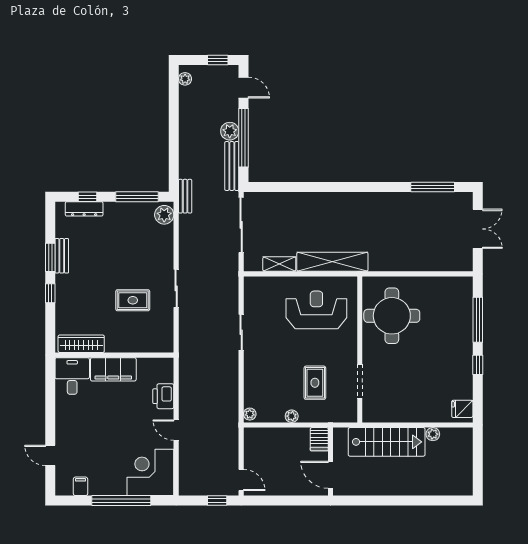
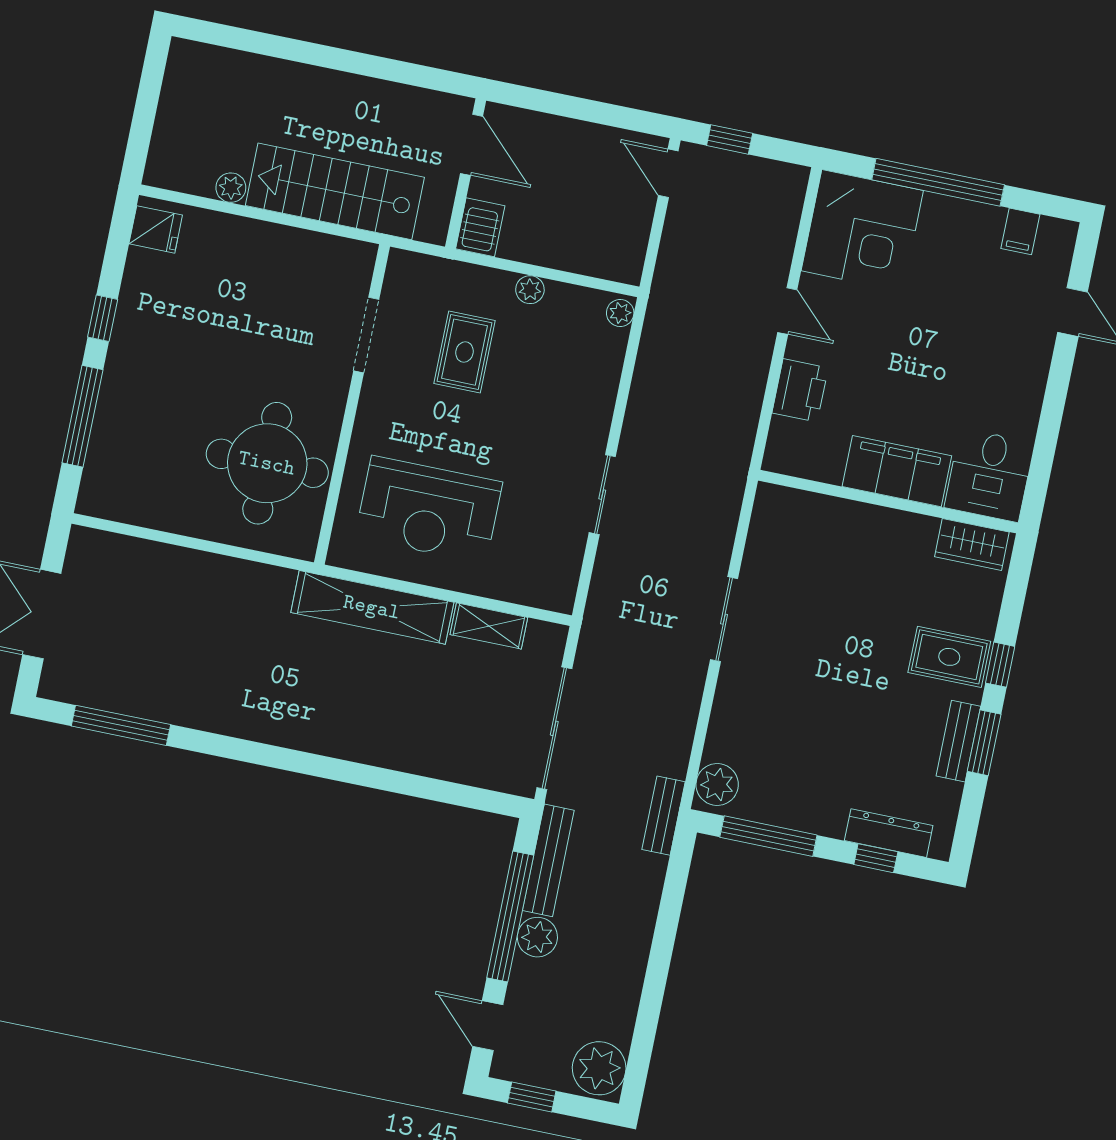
plant: (185, 79) -> (599, 1068), width x1.88, depth x1.88
rug: (133, 300) -> (949, 657), moved
wardrobe: (81, 344) -> (972, 544), width x0.67

